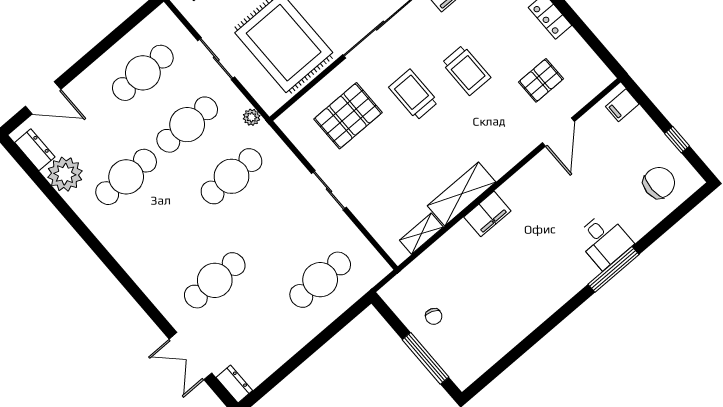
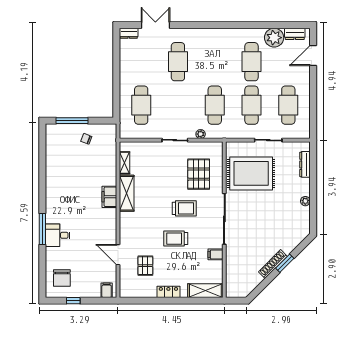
plant: (252, 117) -> (201, 134), moved

